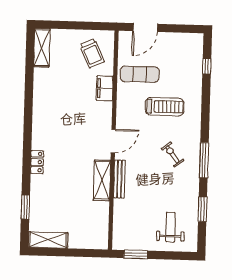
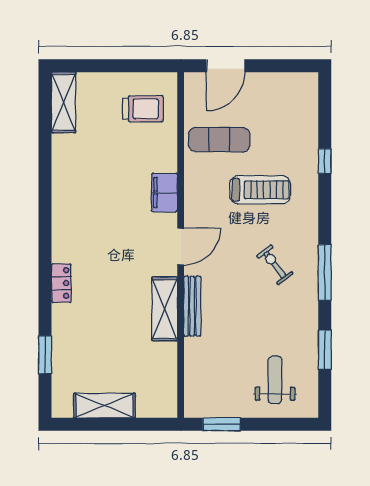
trolley: (92, 53) -> (143, 109), turned -65
window: (207, 66) -> (325, 161), moved
filing cabinet: (105, 88) -> (164, 192), moved
shelving: (48, 240) -> (104, 406), moved

